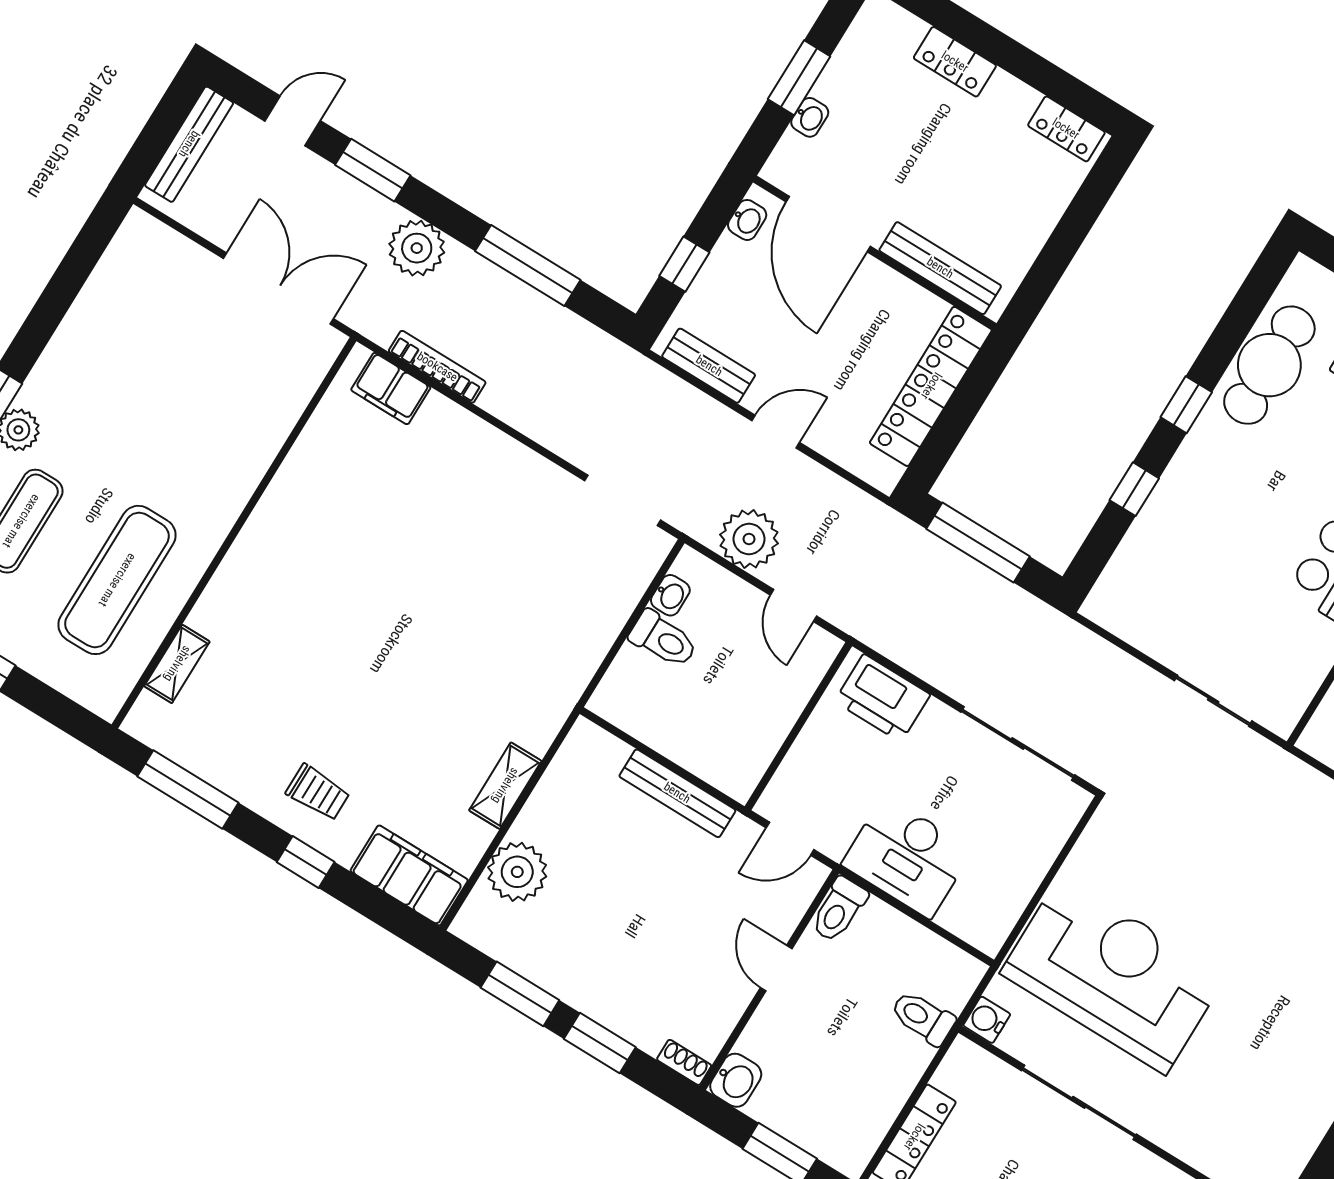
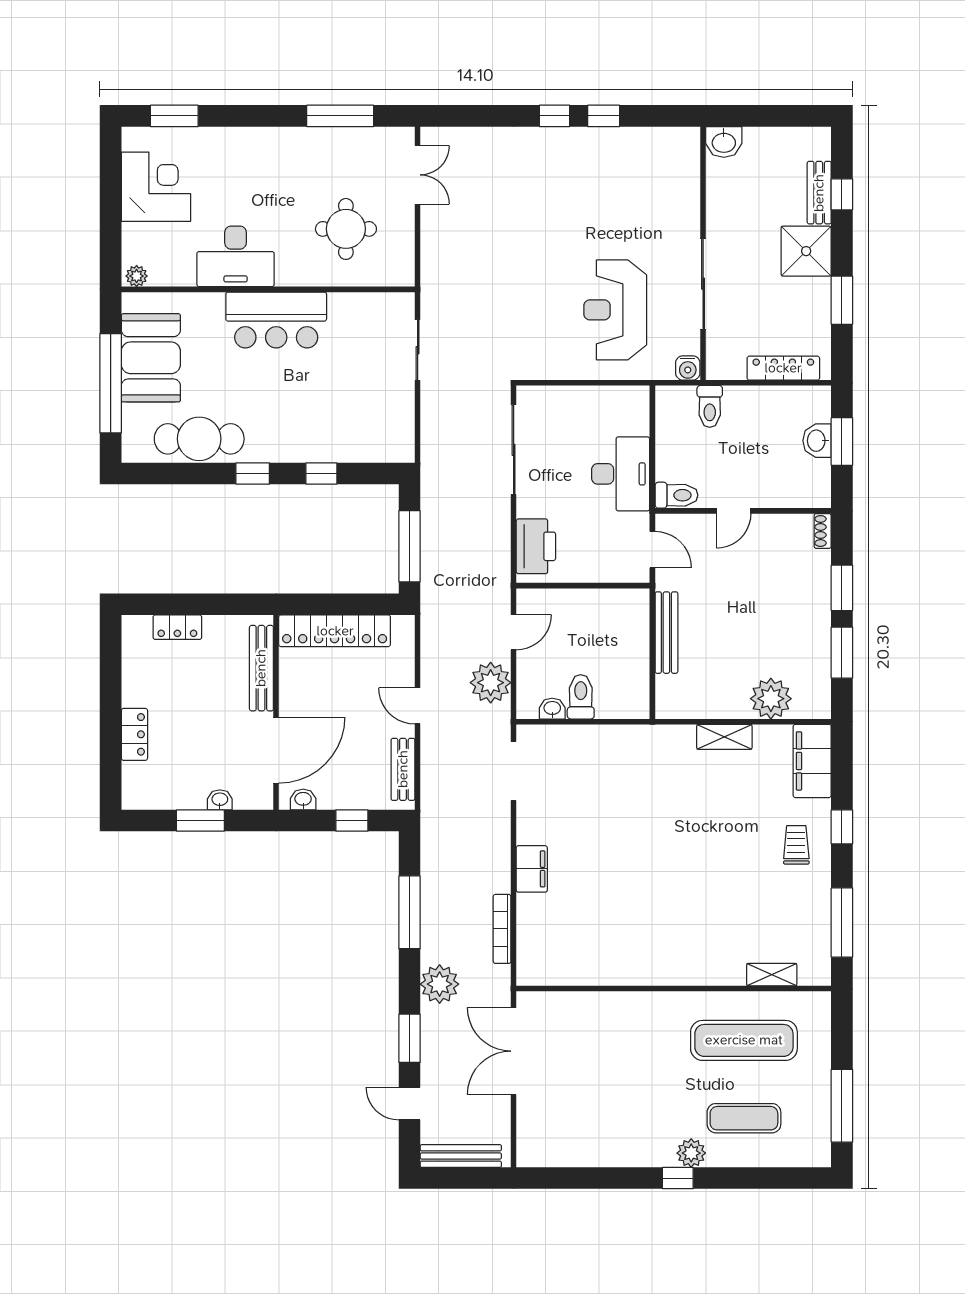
locker: (1066, 129) -> (177, 627), moved, turned 90
filing cabinet: (391, 389) -> (532, 869), moved
reception desk: (1113, 975) -> (615, 310), width x0.74, depth x0.77
washbasin: (736, 1080) -> (817, 441), moved, turned -90

